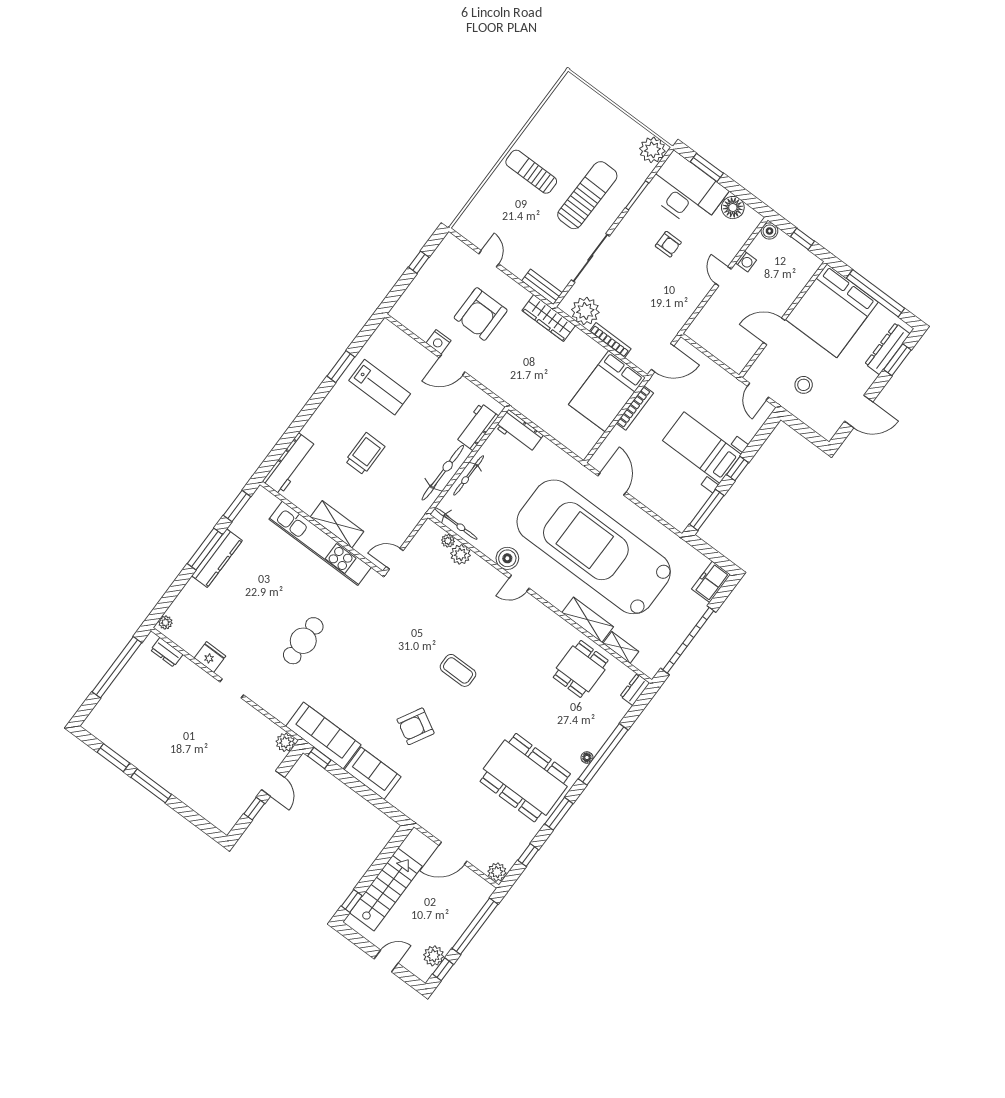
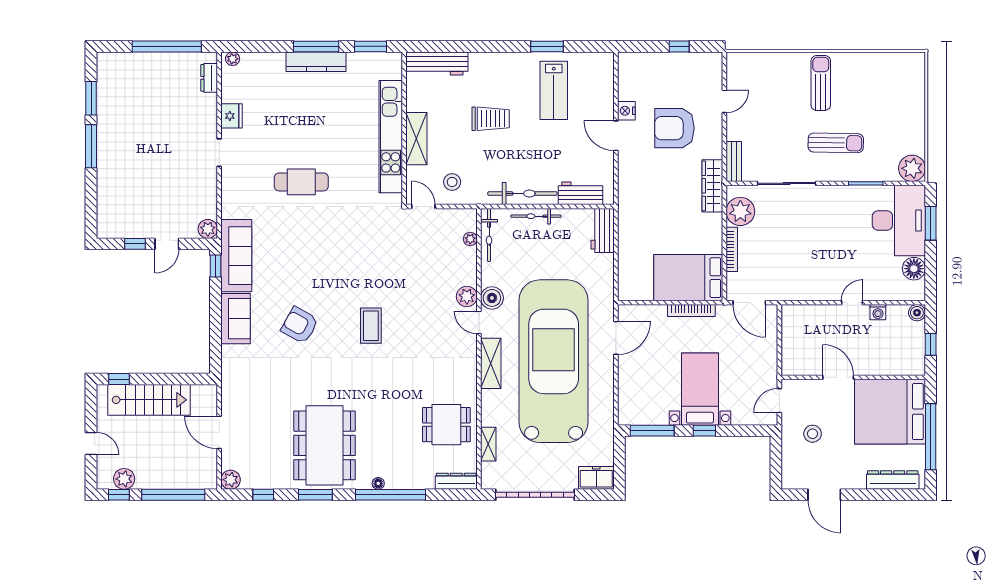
sun lounger: (587, 195) -> (836, 143), width x0.73, depth x0.75
armchair: (668, 244) -> (845, 238), removed
window: (897, 360) -> (890, 495), removed
stool: (392, 521) -> (452, 182), added
plant: (461, 554) -> (467, 296), moved
shelving: (588, 620) -> (491, 363), moved
dresser: (635, 690) -> (456, 481), width x1.44

